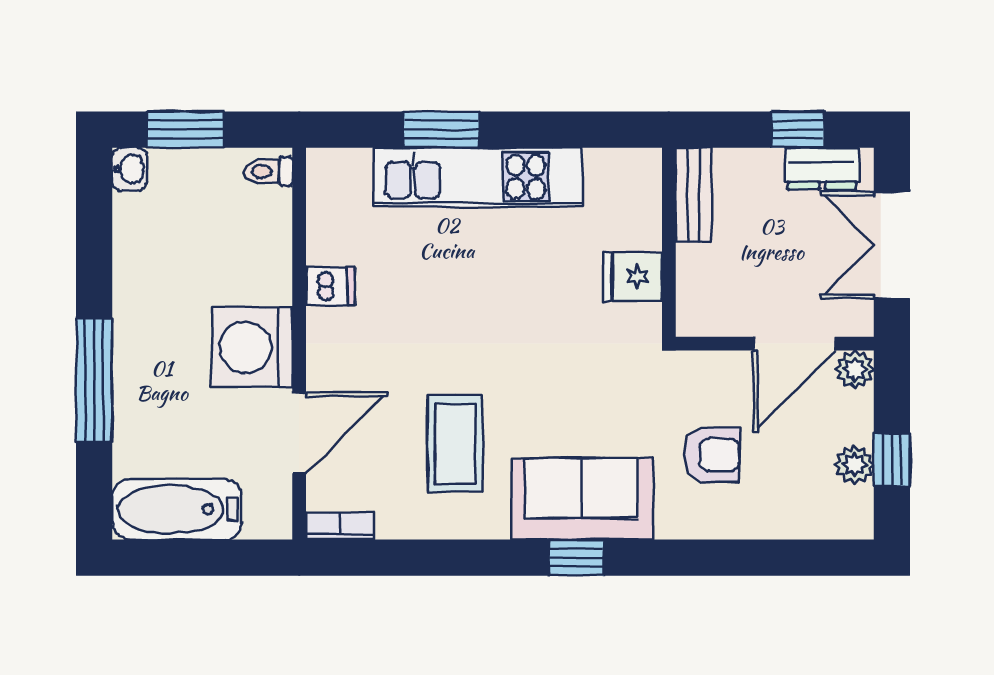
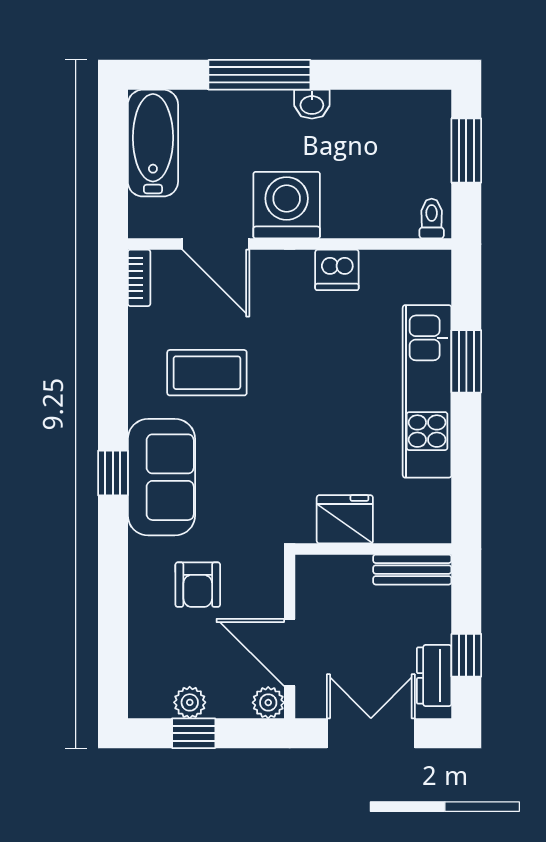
washbasin: (130, 169) -> (312, 104), moved
fridge: (633, 277) -> (345, 519), width x1.38
dishwasher: (331, 286) -> (337, 270), width x1.38

